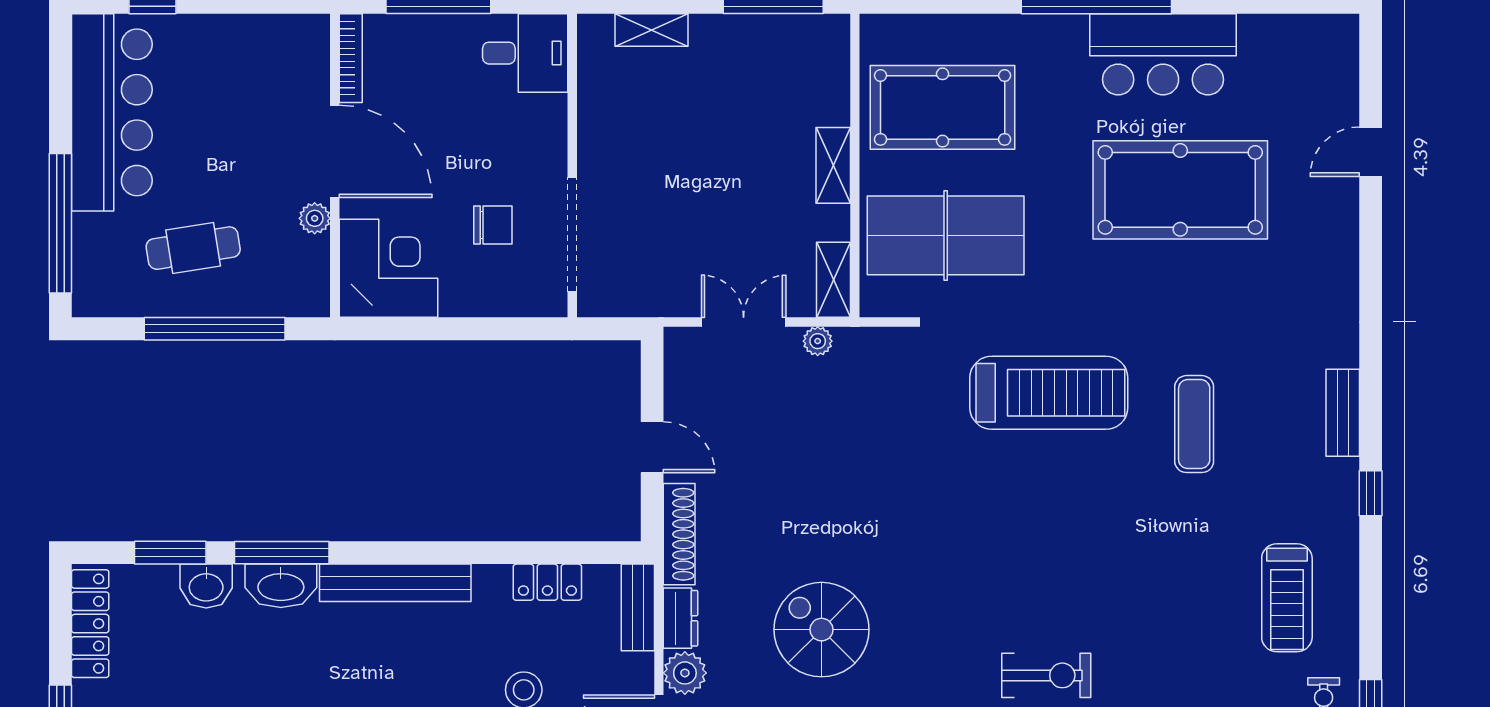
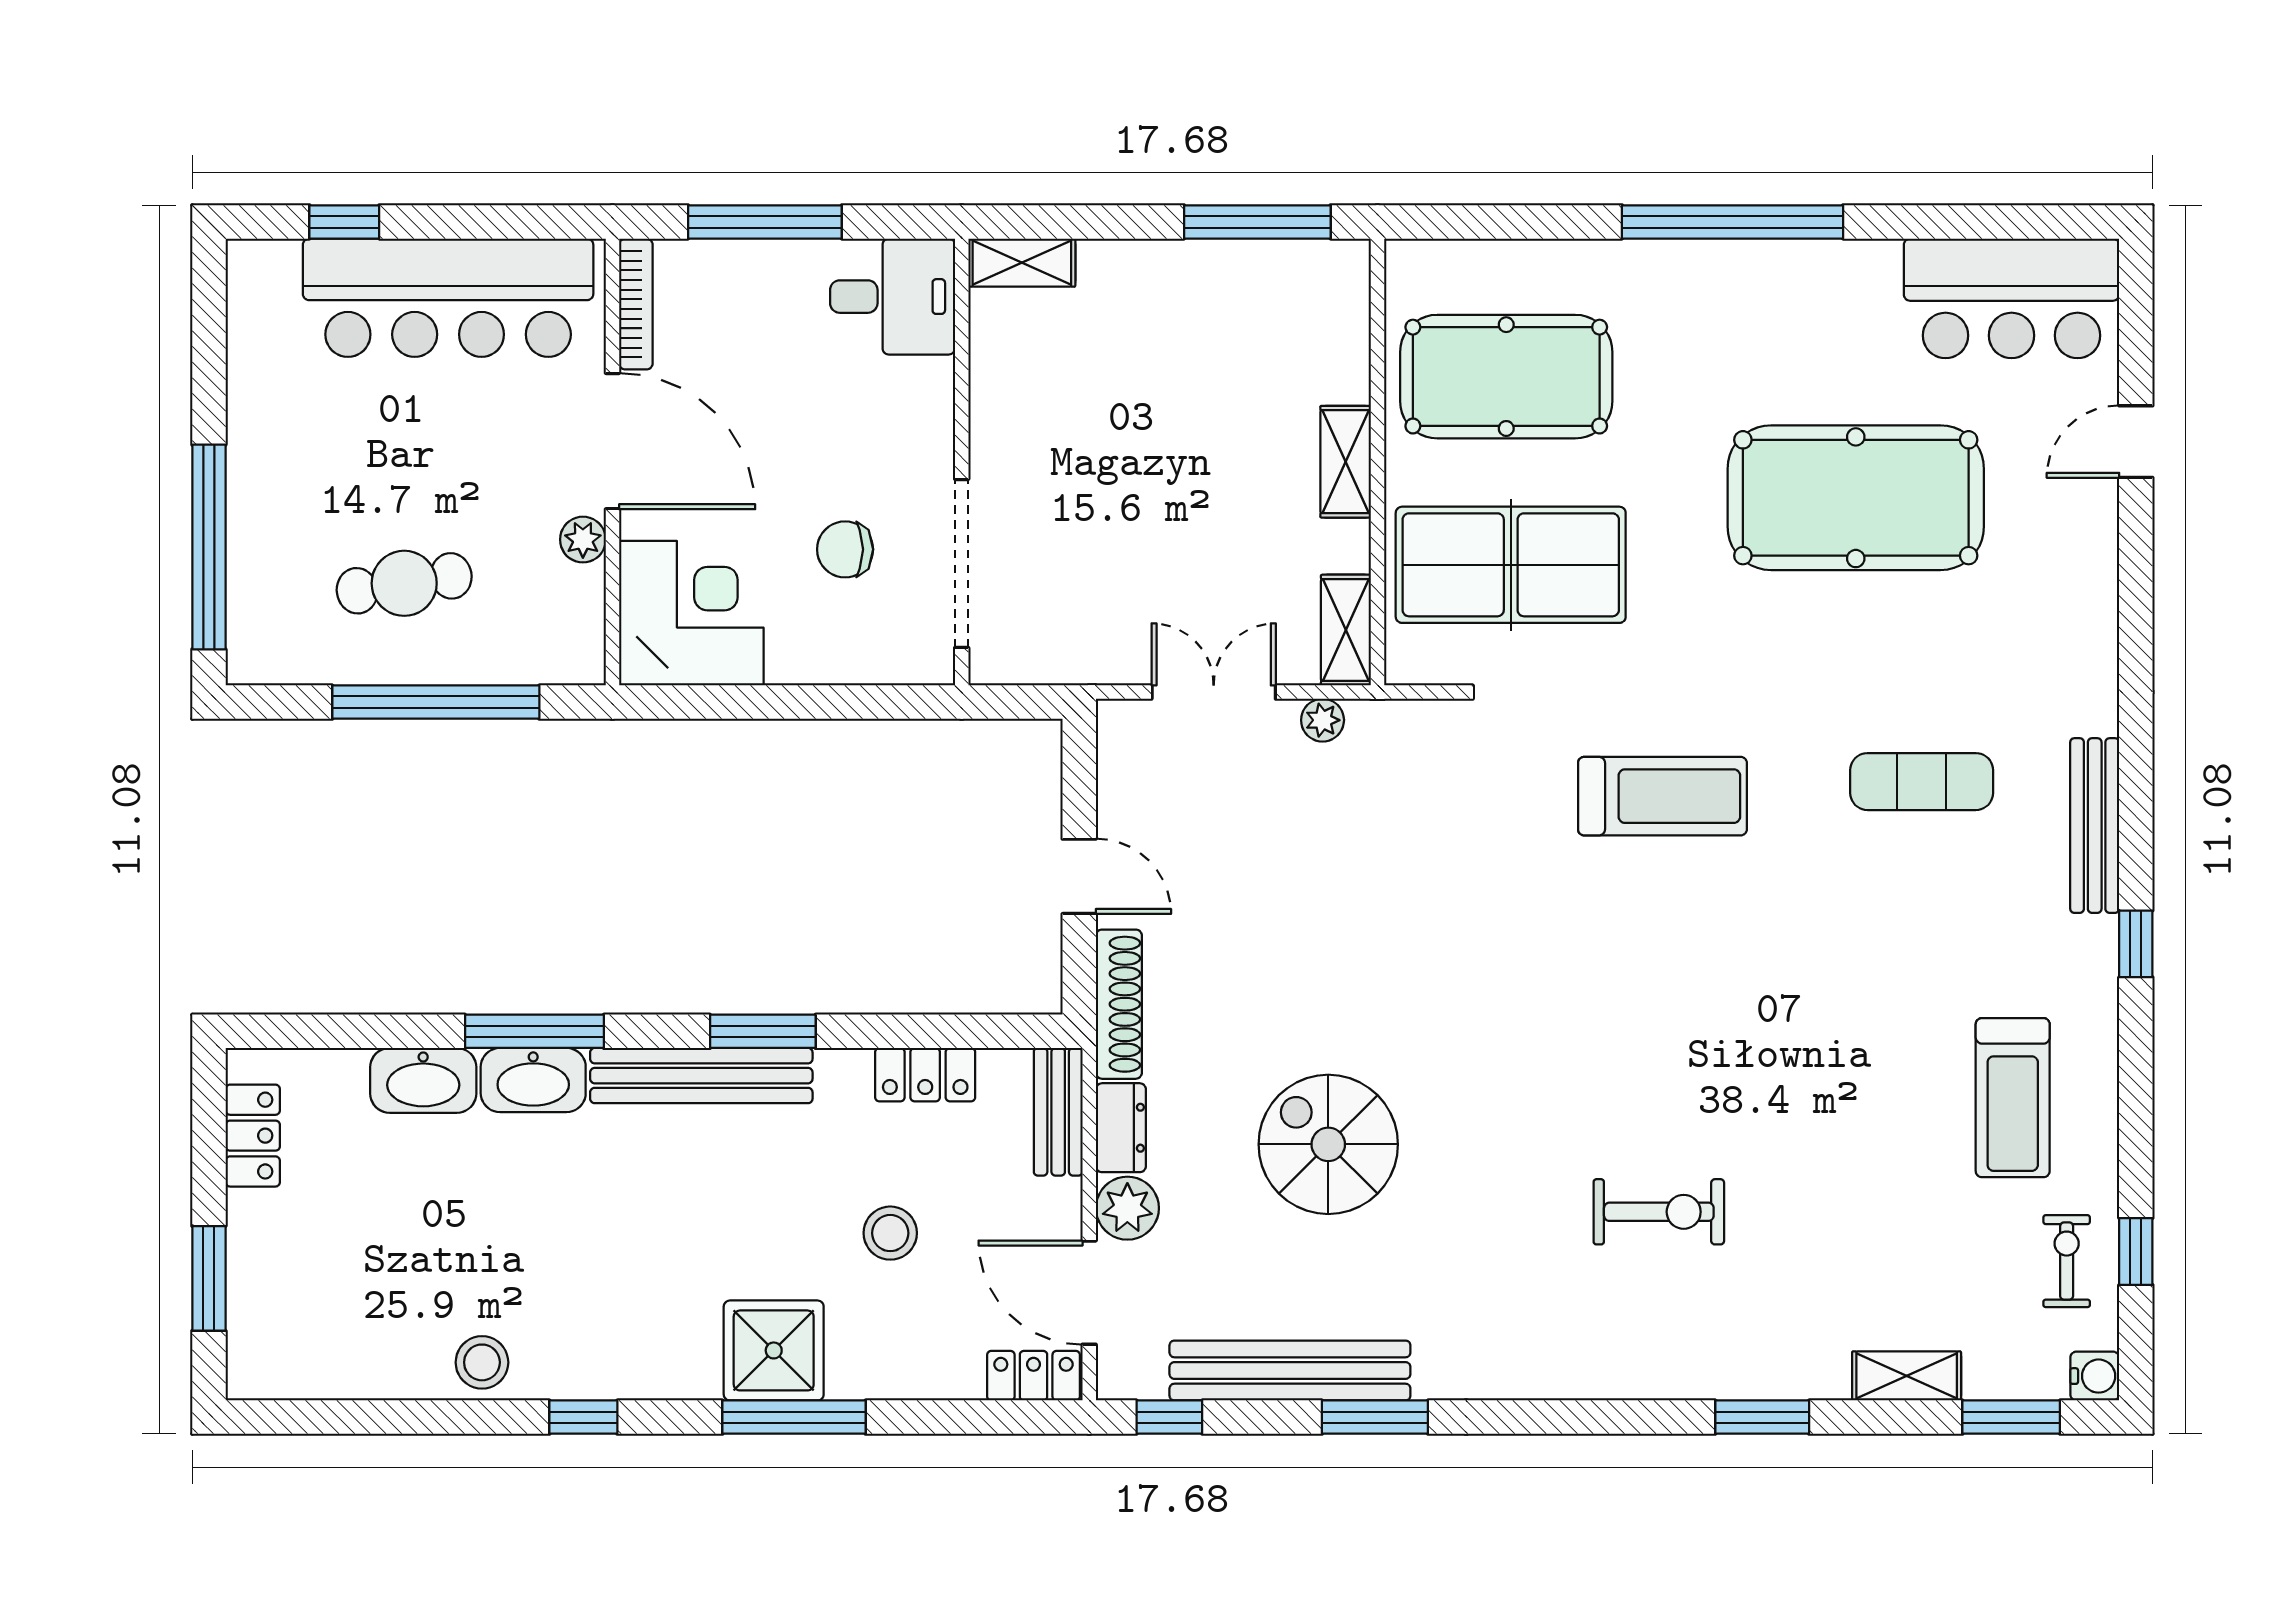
shelving: (652, 30) -> (1022, 263), moved
bar counter: (1163, 54) -> (2012, 298), moved
bar counter: (112, 112) -> (448, 298), moved, turned 90
chair: (493, 225) -> (845, 549), turned 180
treadmill: (1049, 393) -> (1662, 796), width x0.73, depth x0.73
bench: (1343, 413) -> (2095, 826), width x1.36
exercise mat: (1194, 424) -> (1922, 782), moved, turned 90
window: (170, 553) -> (763, 1031), moved
washbasin: (206, 586) -> (423, 1080), width x1.38
locker: (90, 624) -> (253, 1136), width x0.66

